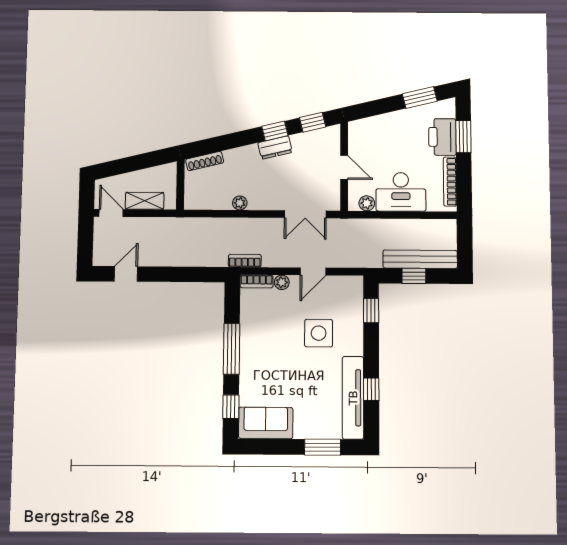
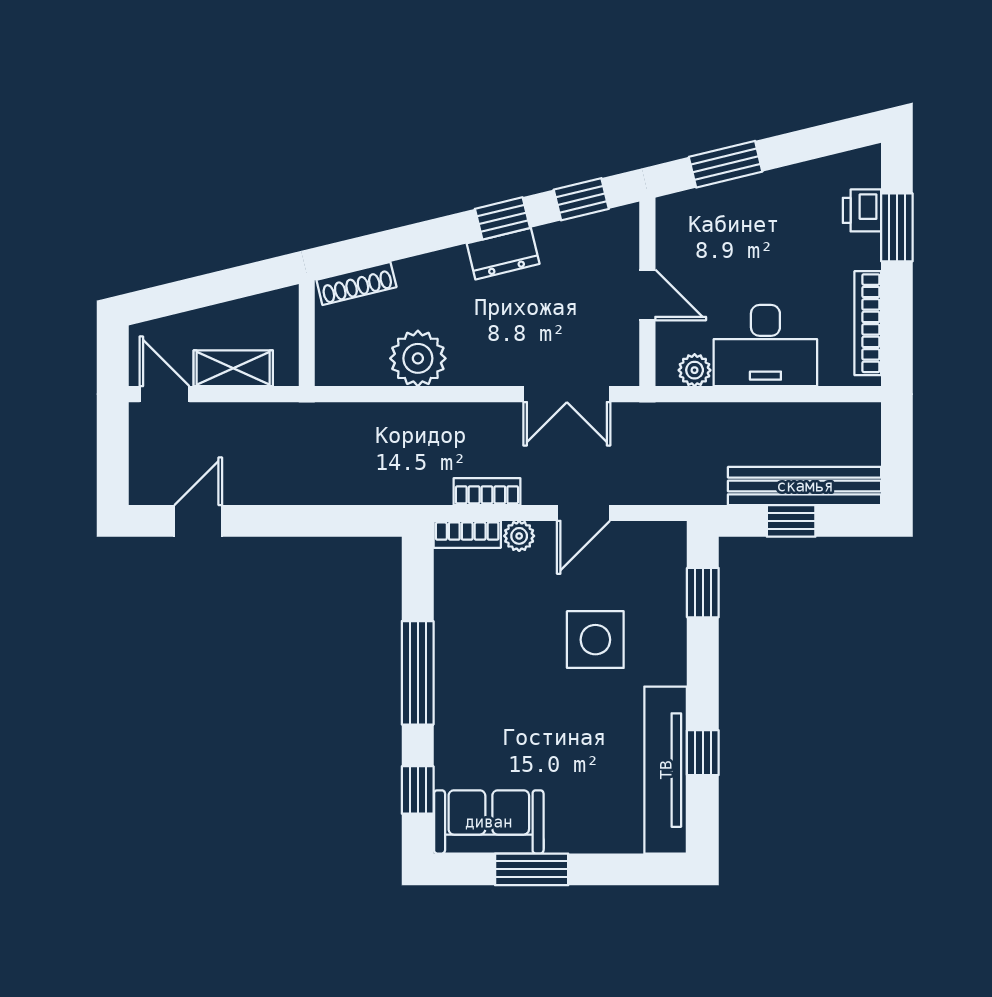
window: (420, 98) -> (726, 164), moved
printer: (442, 137) -> (862, 210), width x0.53, depth x0.68
plant: (240, 203) -> (418, 358), width x1.88, depth x1.88
bookcase: (245, 261) -> (487, 492), moved
window: (323, 447) -> (532, 869), moved

